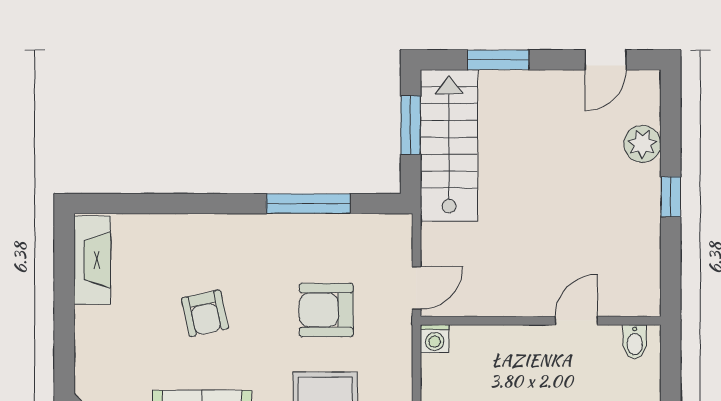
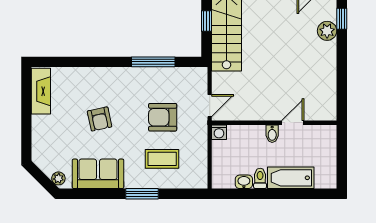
window: (411, 125) -> (207, 21), width x0.67
window: (671, 197) -> (342, 19), moved
bidet: (635, 342) -> (272, 134), moved

